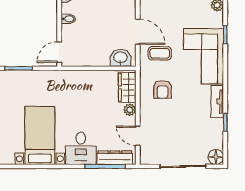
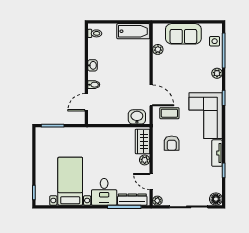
door: (59, 52) -> (86, 102), moved
plant: (145, 159) -> (157, 201), added

